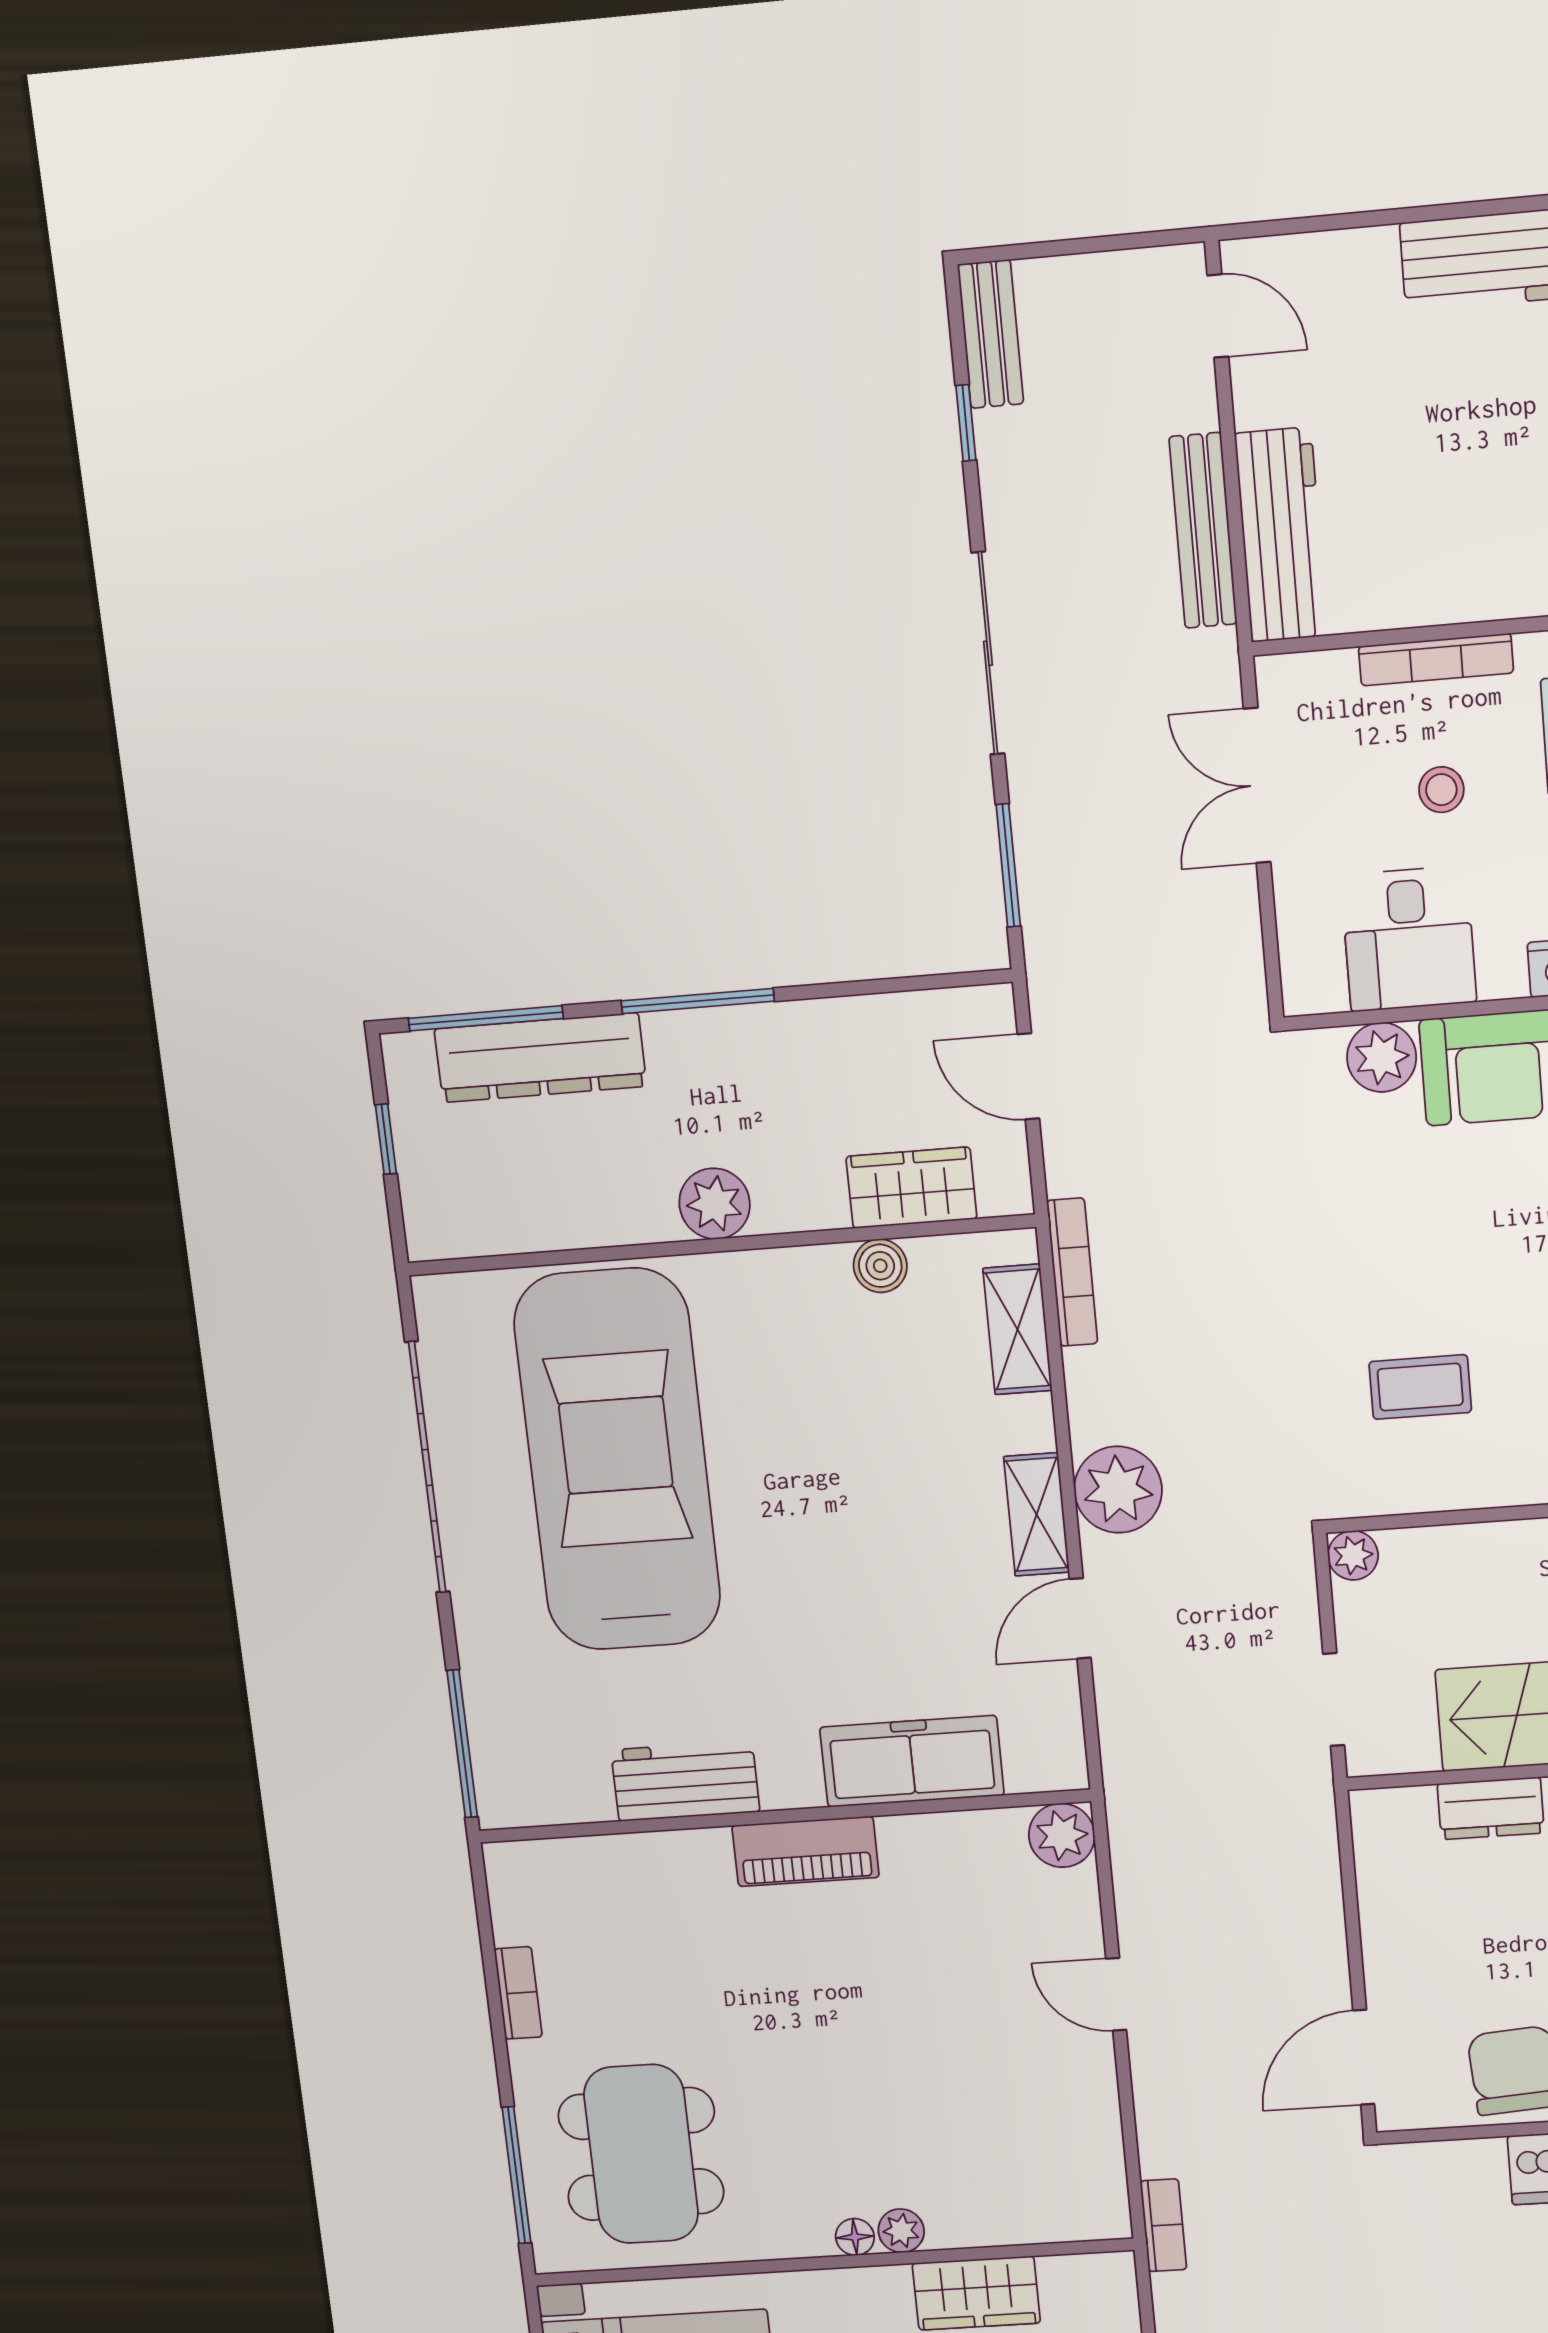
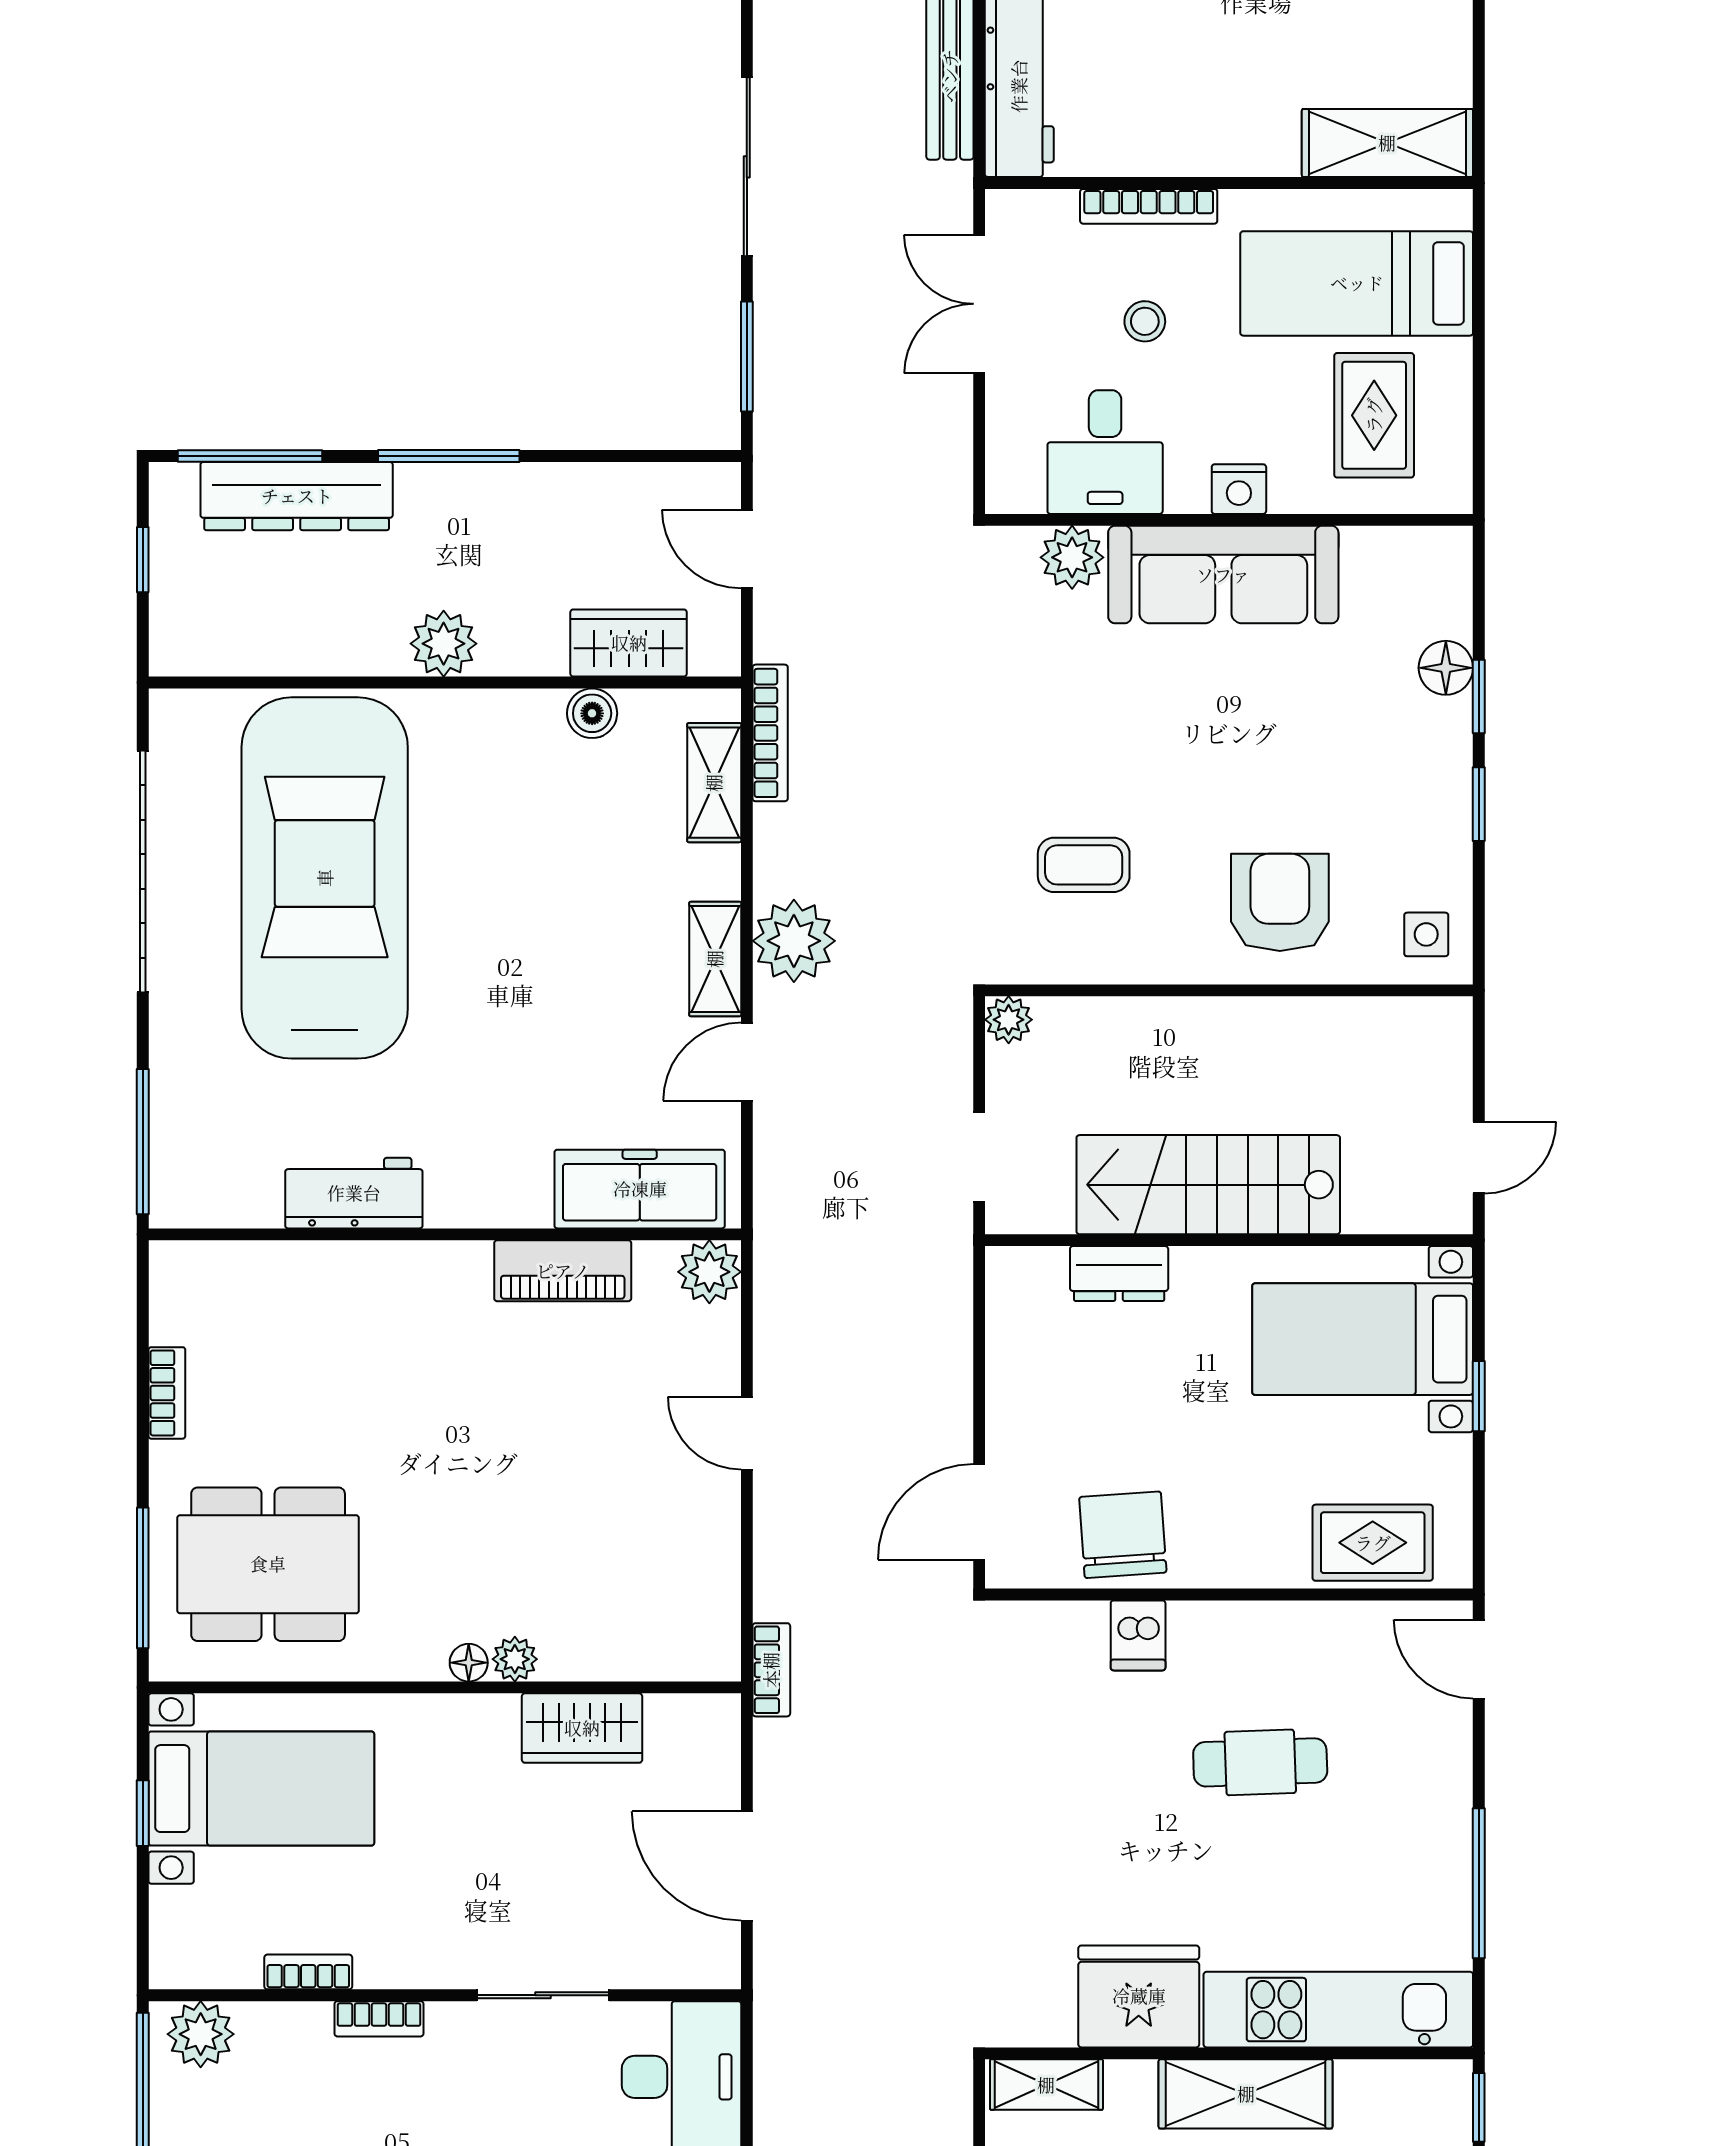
freezer: (912, 1761) -> (640, 1189), moved
piano: (806, 1851) -> (563, 1271), moved
dining table: (641, 2154) -> (268, 1564), turned 90

